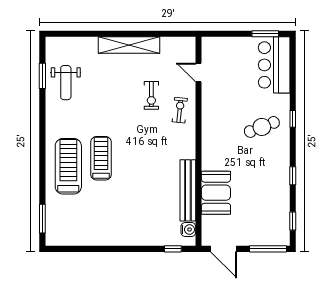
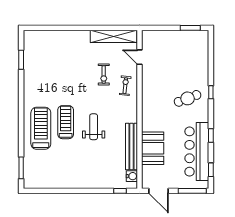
shelving: (129, 45) -> (114, 36), moved
bar counter: (274, 65) -> (197, 152), moved, width x1.36
weight bench: (66, 83) -> (94, 127), moved, turned 180

